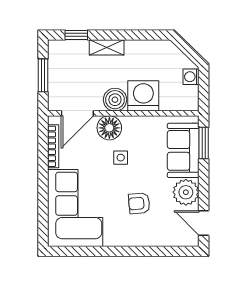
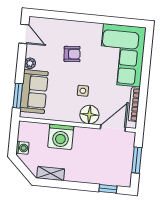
shelving: (107, 47) -> (51, 174), moved
boiler: (115, 100) -> (83, 136), removed
plant: (186, 192) -> (30, 63), width x0.53, depth x0.53

